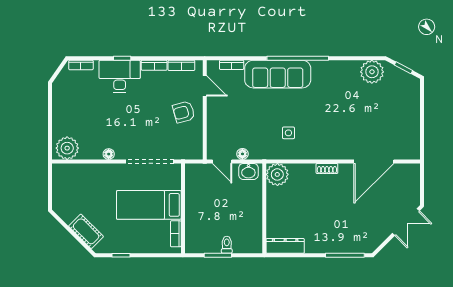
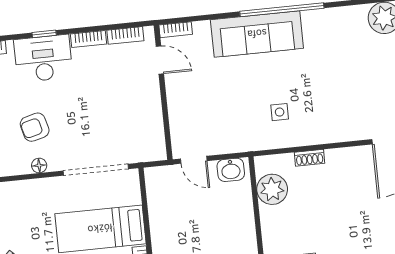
bookcase: (232, 65) -> (176, 30), moved
armchair: (184, 112) -> (35, 127), moved
floor lamp: (242, 154) -> (220, 147), removed
shoe rack: (327, 168) -> (309, 158), moved
plant: (277, 174) -> (272, 189), moved

